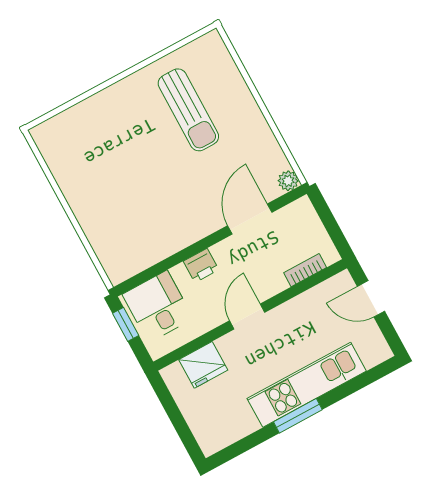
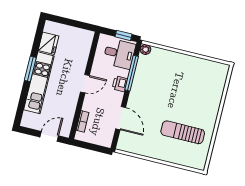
plant: (288, 181) -> (145, 49), moved
window: (170, 262) -> (132, 73), added
door: (247, 317) -> (85, 84), hinge flipped
fridge: (203, 365) -> (48, 43), moved, turned 180

